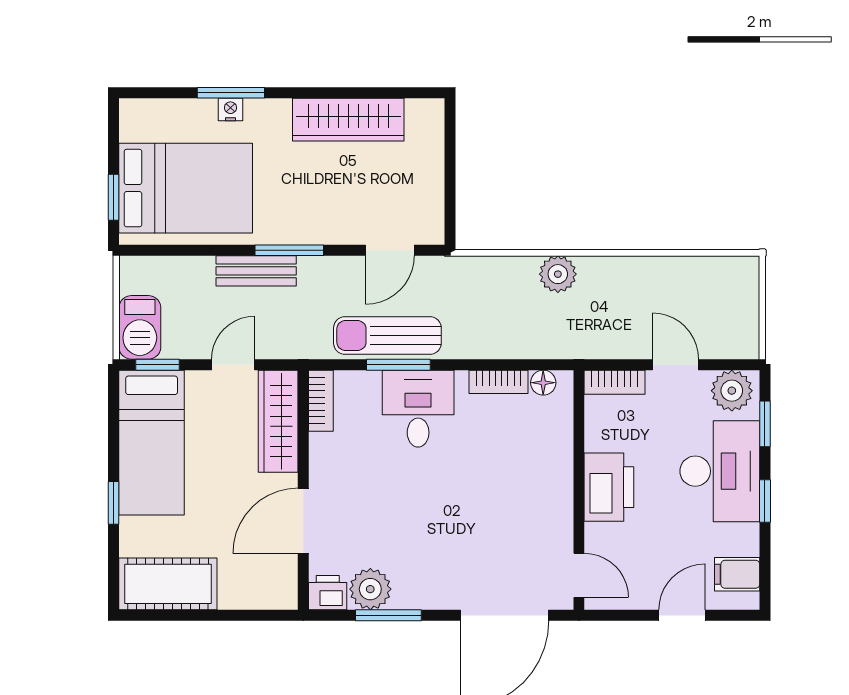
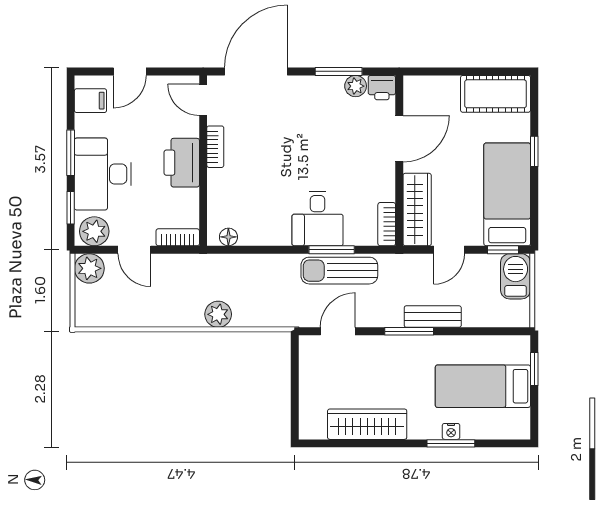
bed: (186, 188) -> (483, 386), width x0.67
sun lounger: (387, 336) -> (339, 271), turned 180
plant: (739, 339) -> (89, 268), added
bookcase: (498, 382) -> (215, 147), moved, turned 90
window: (765, 501) -> (71, 153), width x1.50
plant: (370, 589) -> (356, 86), width x0.73, depth x0.73

